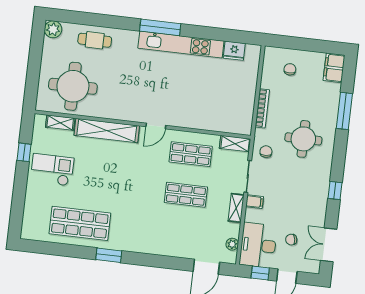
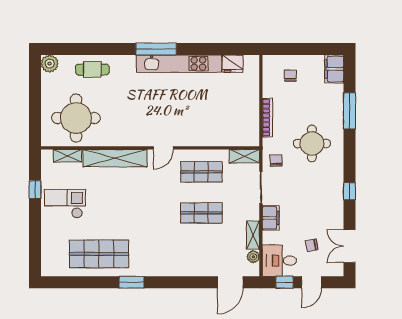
filing cabinet: (255, 202) -> (271, 218), width x2.00
shelving: (236, 208) -> (253, 235), moved
desk: (258, 245) -> (279, 261), width x0.73

